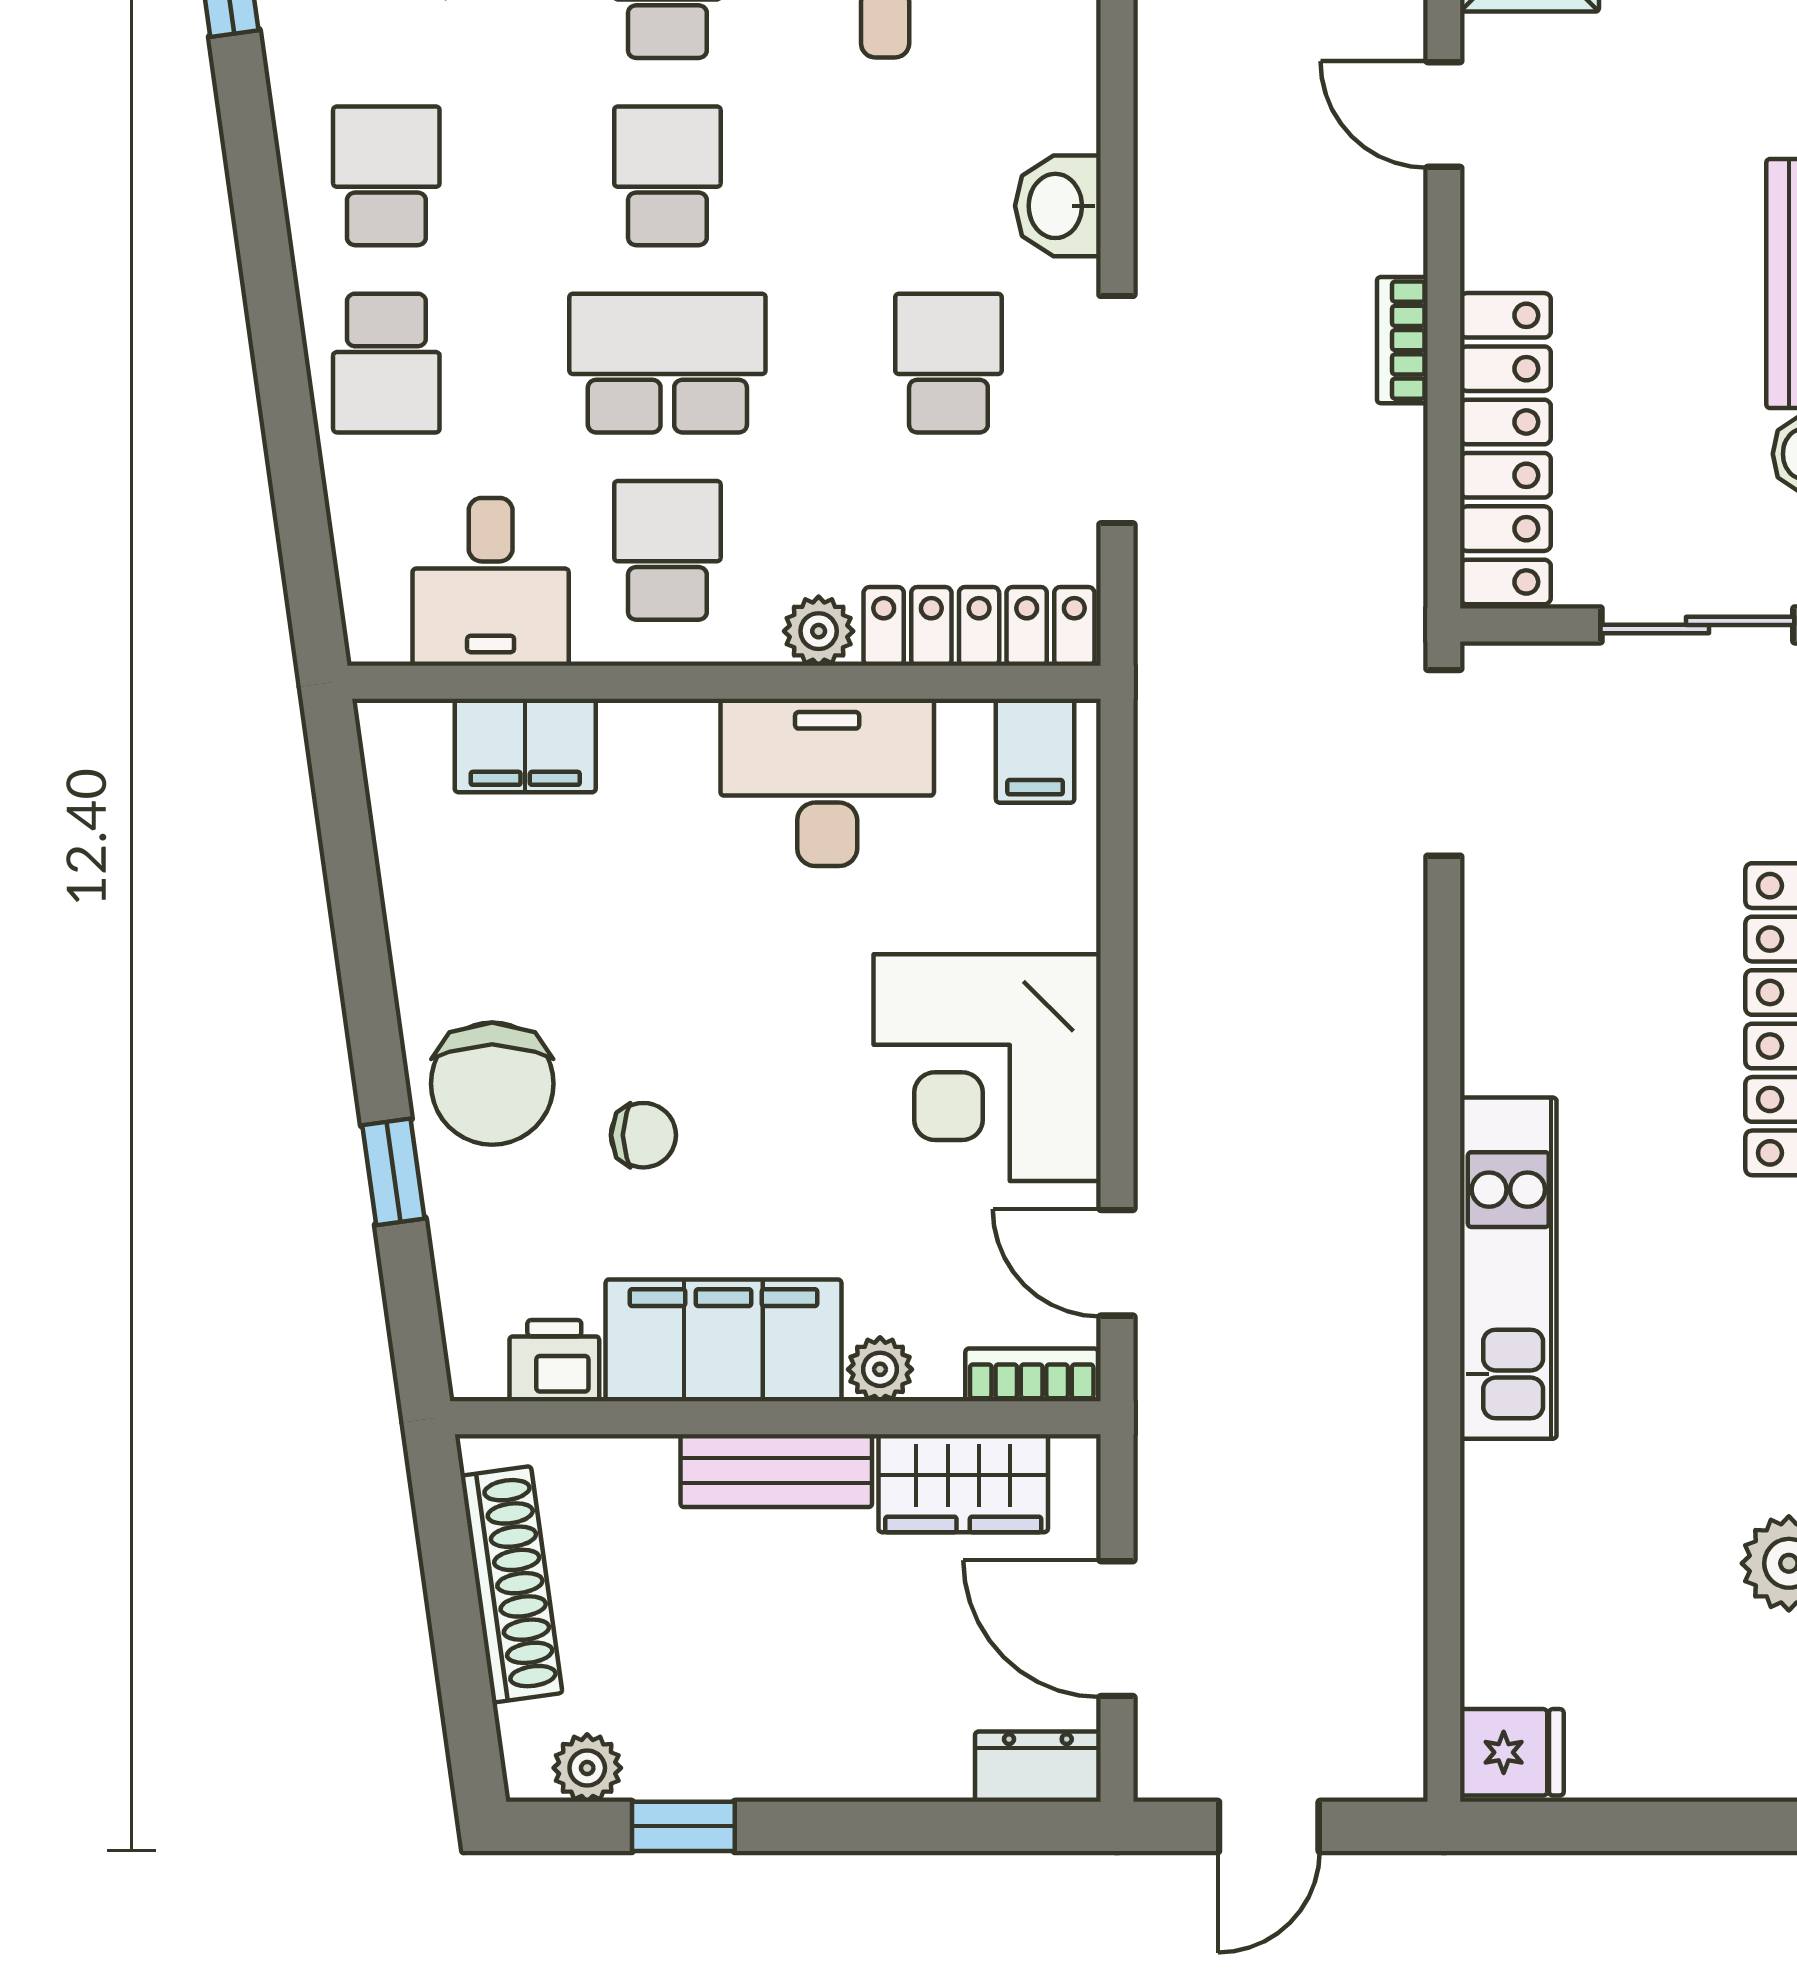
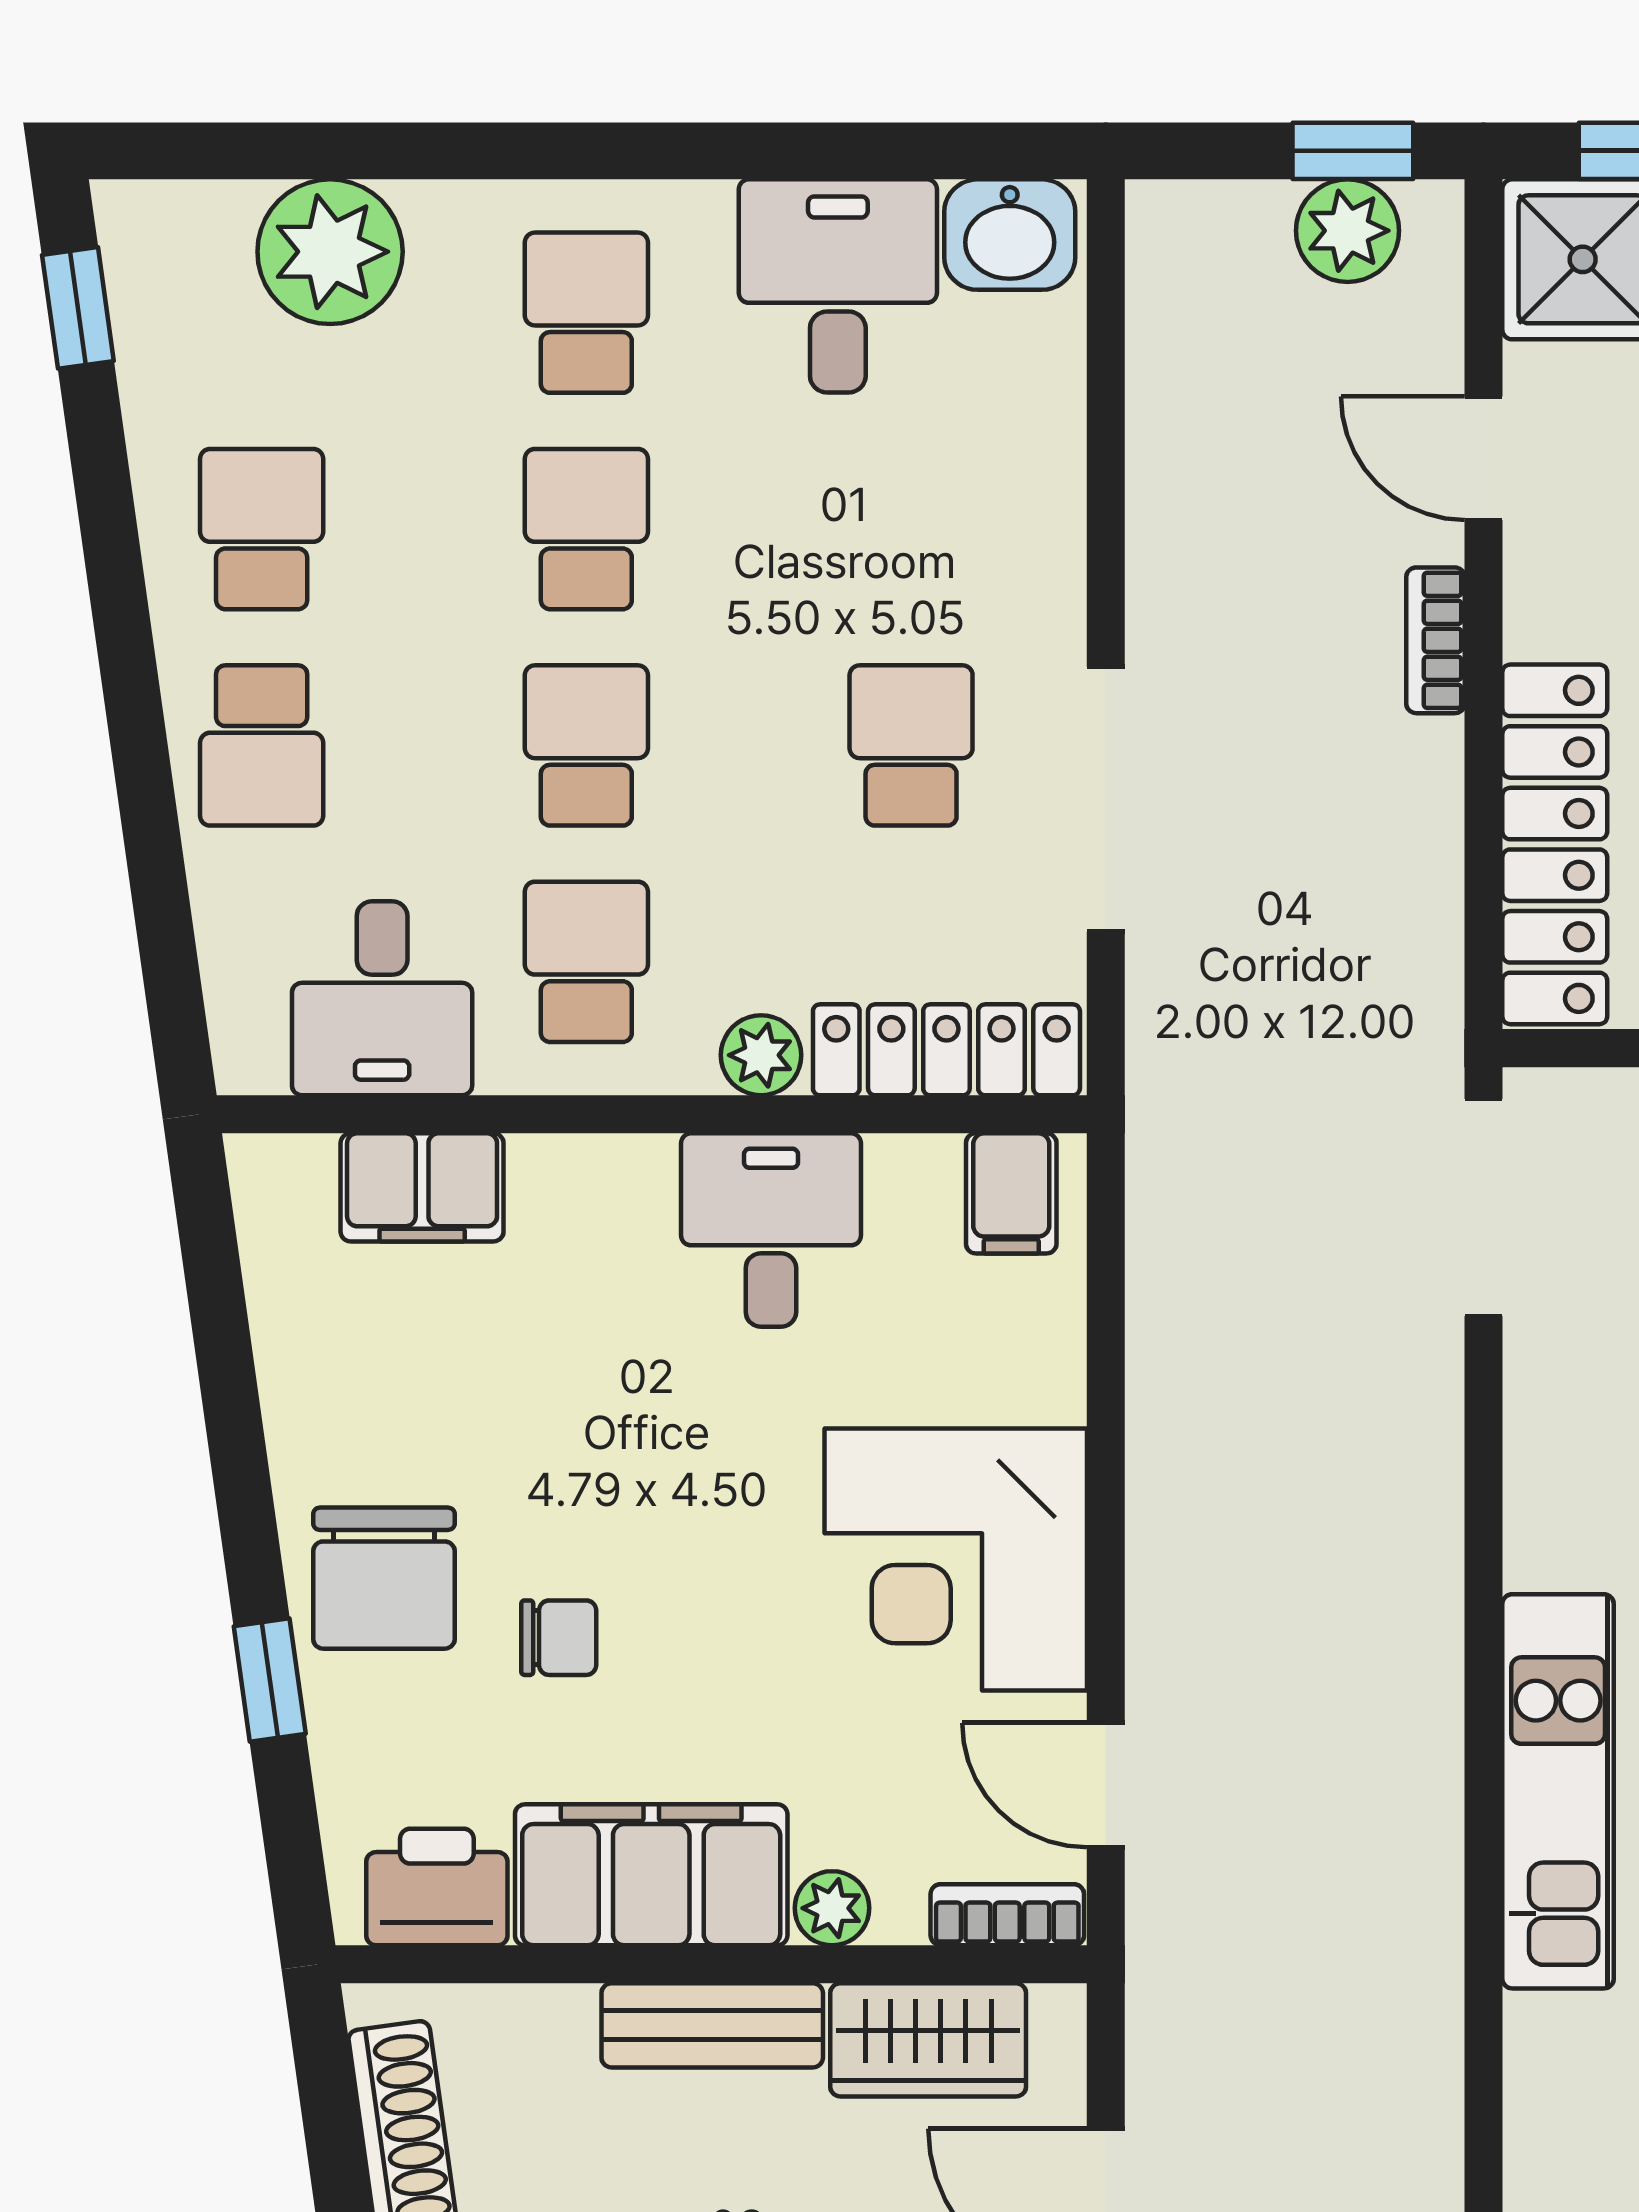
washbasin: (1058, 206) -> (1038, 564), removed
bookcase: (1402, 340) -> (1436, 640), moved
school desk: (667, 363) -> (586, 745), width x0.54
desk: (827, 782) -> (771, 1230), width x0.73
printer: (554, 1361) -> (437, 1887), width x1.36, depth x1.24

